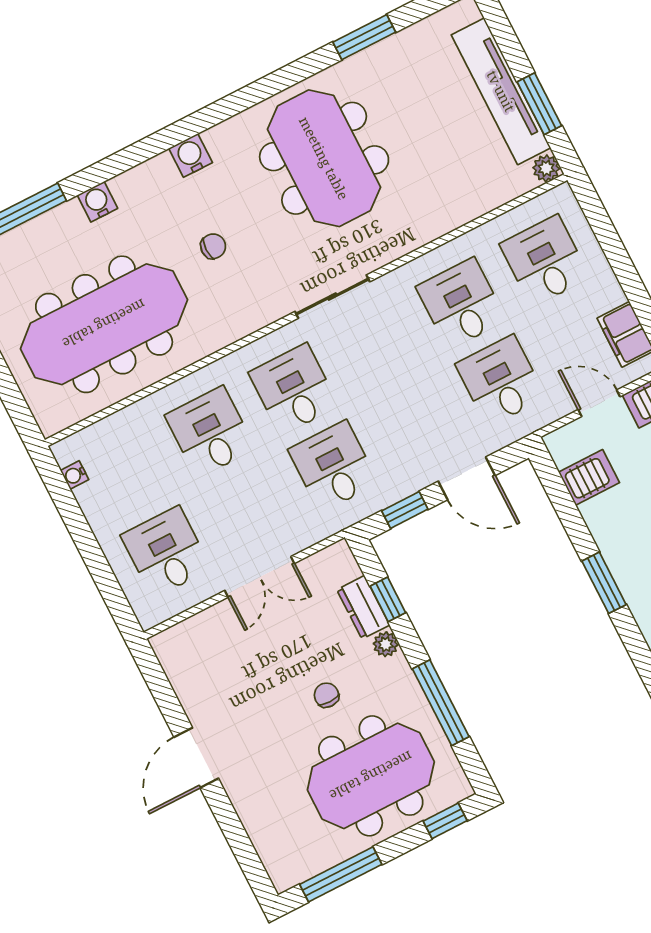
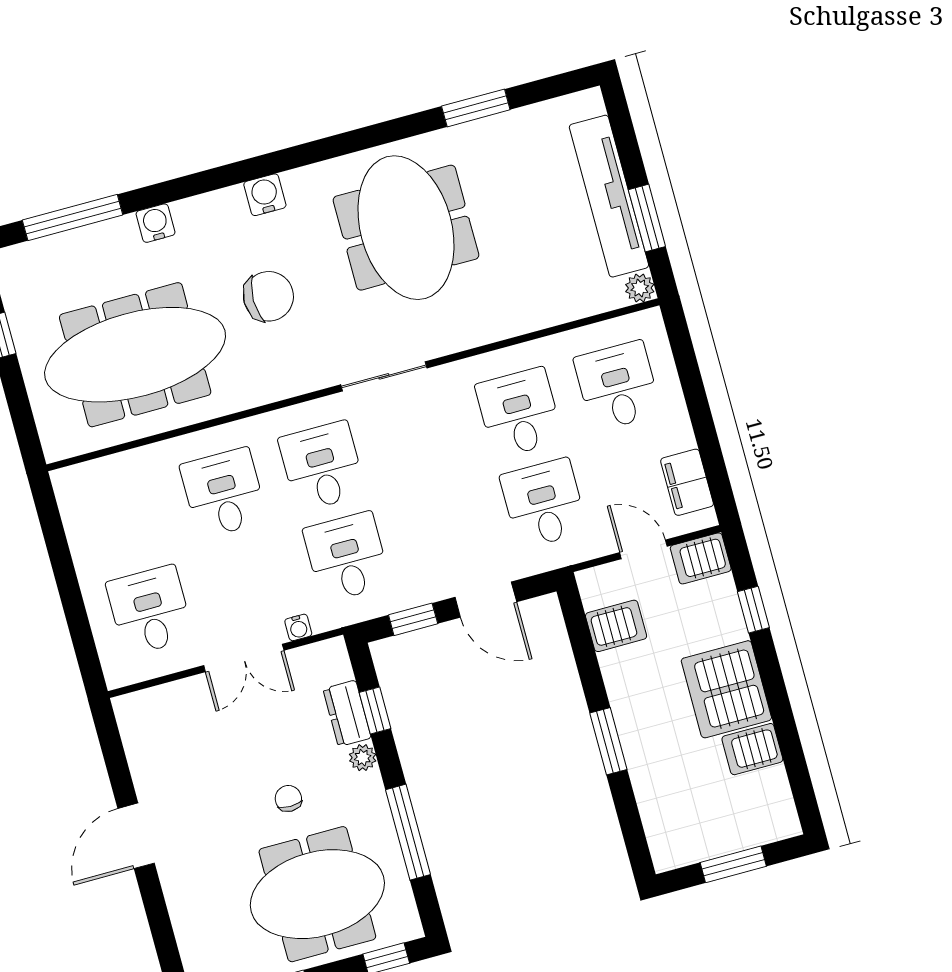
chair: (213, 246) -> (268, 296), width x1.87, depth x1.87
water cooler: (75, 475) -> (298, 627), moved, turned -90

